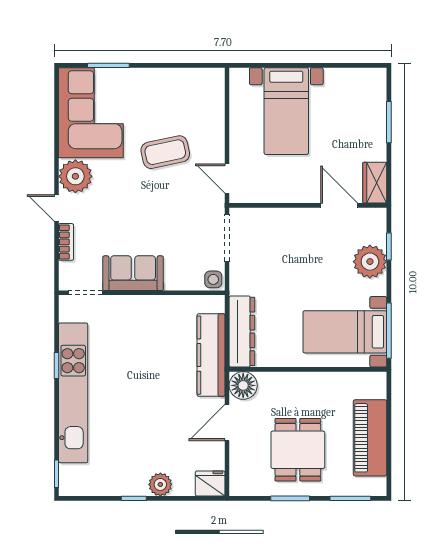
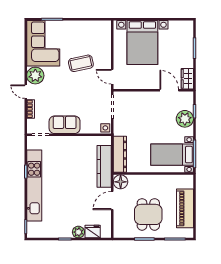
bed with nightstands: (286, 111) -> (142, 42), width x1.36
fridge: (210, 483) -> (93, 232), moved

